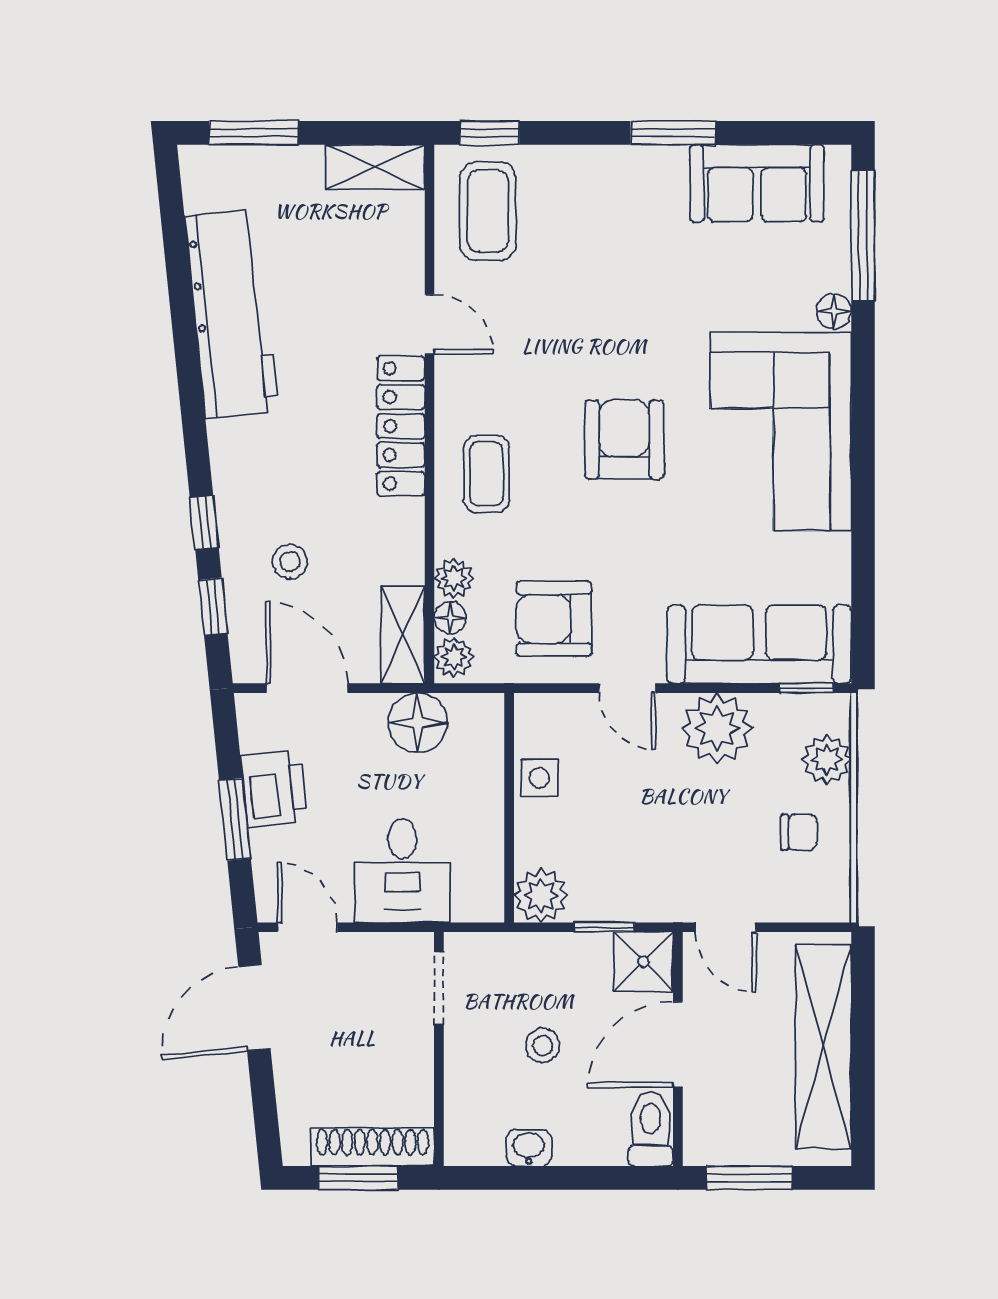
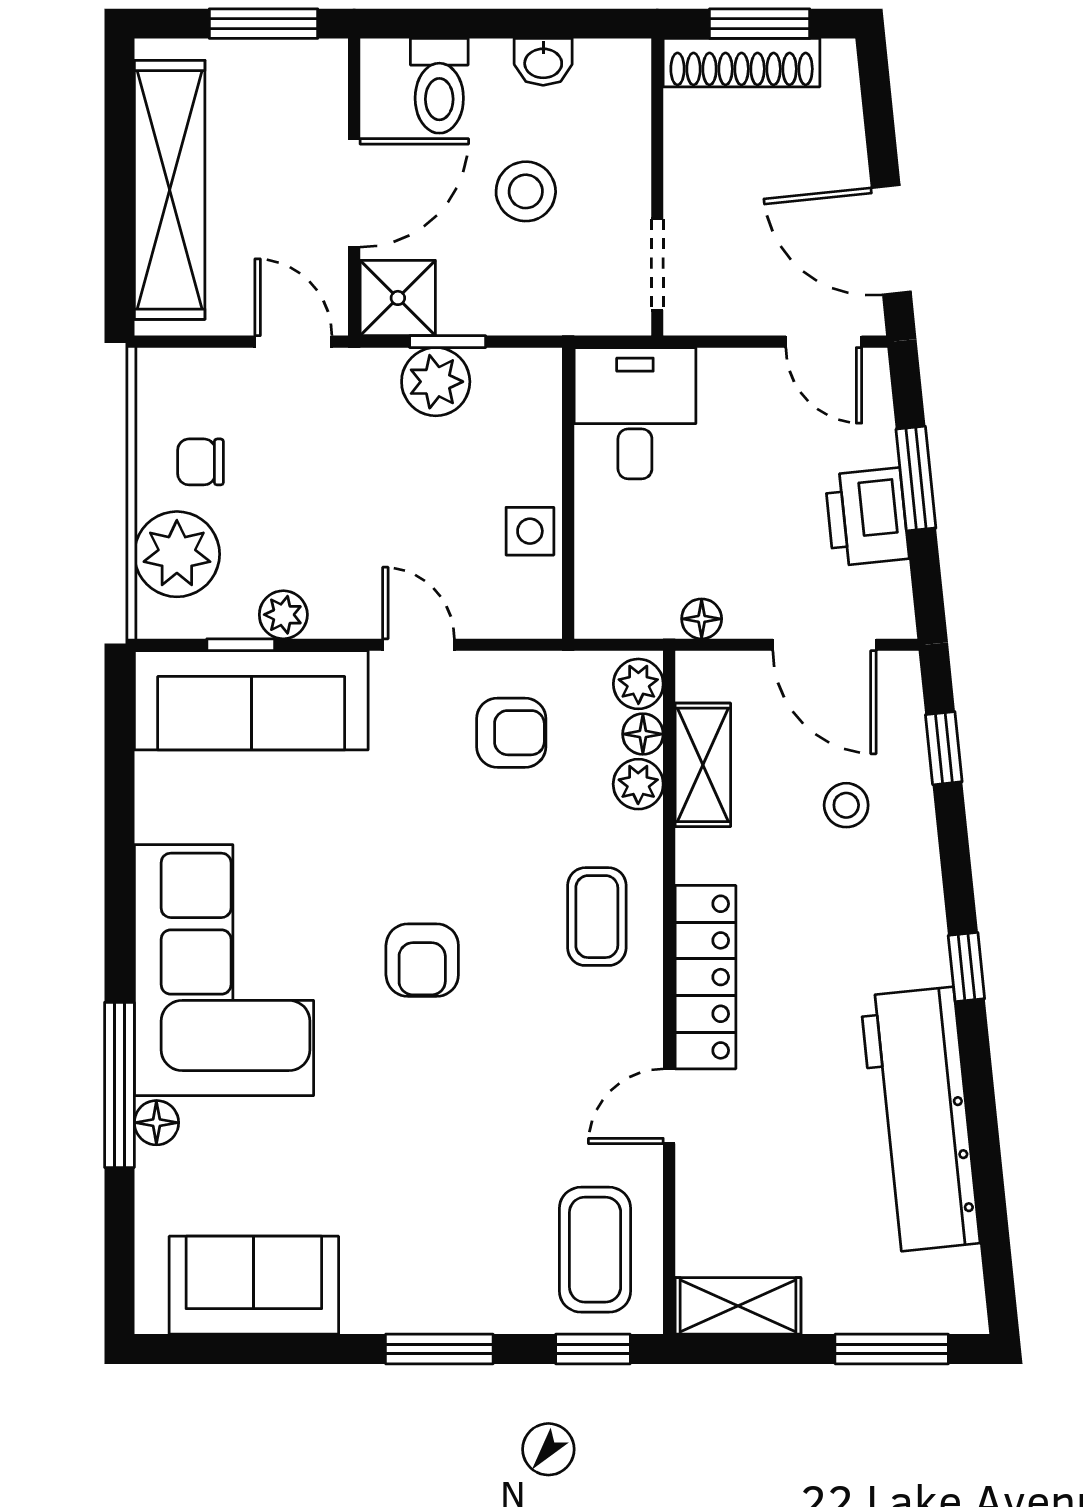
window: (673, 133) -> (439, 1349), moved
window: (863, 236) -> (119, 1085), moved
door: (429, 324) -> (669, 1106), hinge flipped
armchair: (624, 439) -> (422, 960), width x0.72, depth x0.72
window: (204, 523) -> (966, 967), moved
armchair: (554, 619) -> (511, 733), width x0.72, depth x0.72
shelving: (403, 635) -> (703, 765), moved
window: (806, 688) -> (241, 645), moved
floor lamp: (418, 723) -> (702, 619), width x0.53, depth x0.53
plant: (717, 728) -> (283, 615), width x0.53, depth x0.53
plant: (827, 760) -> (177, 554), width x1.36, depth x1.36
desk: (402, 871) -> (635, 413), moved
plant: (541, 896) -> (436, 382), moved
door: (254, 1007) -> (891, 240), swing flipped
stool: (543, 1046) -> (526, 191), width x1.37, depth x1.37
toilet: (650, 1129) -> (439, 86), moved

